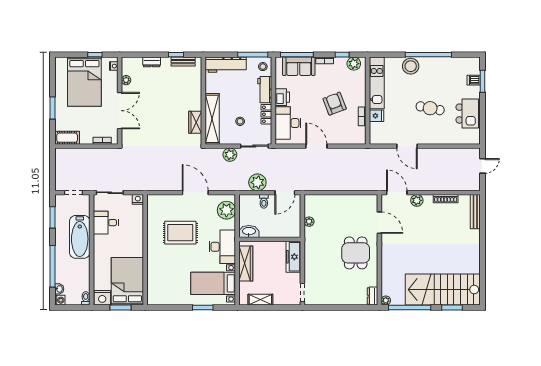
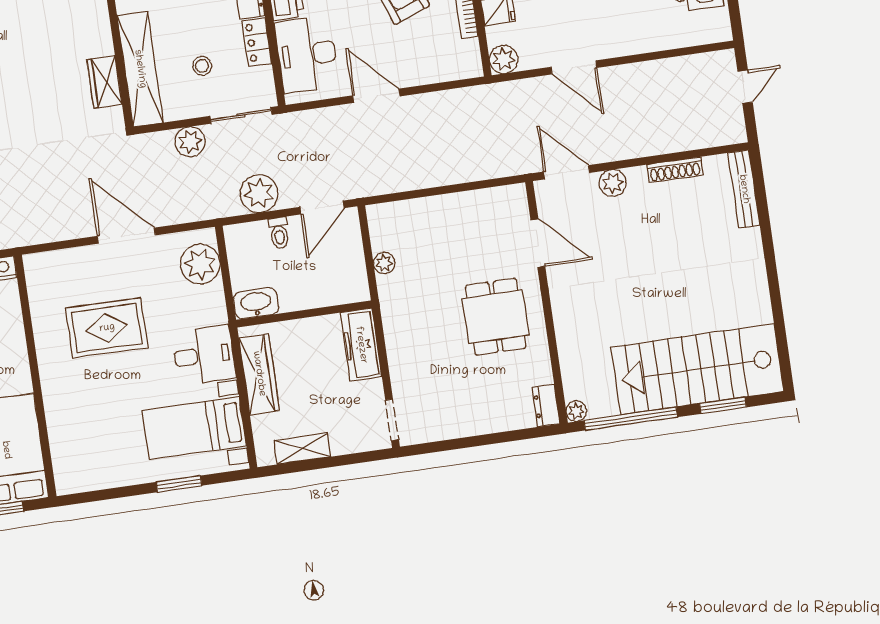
plant: (376, 138) -> (504, 59), added
desk: (222, 247) -> (204, 355), width x0.73

